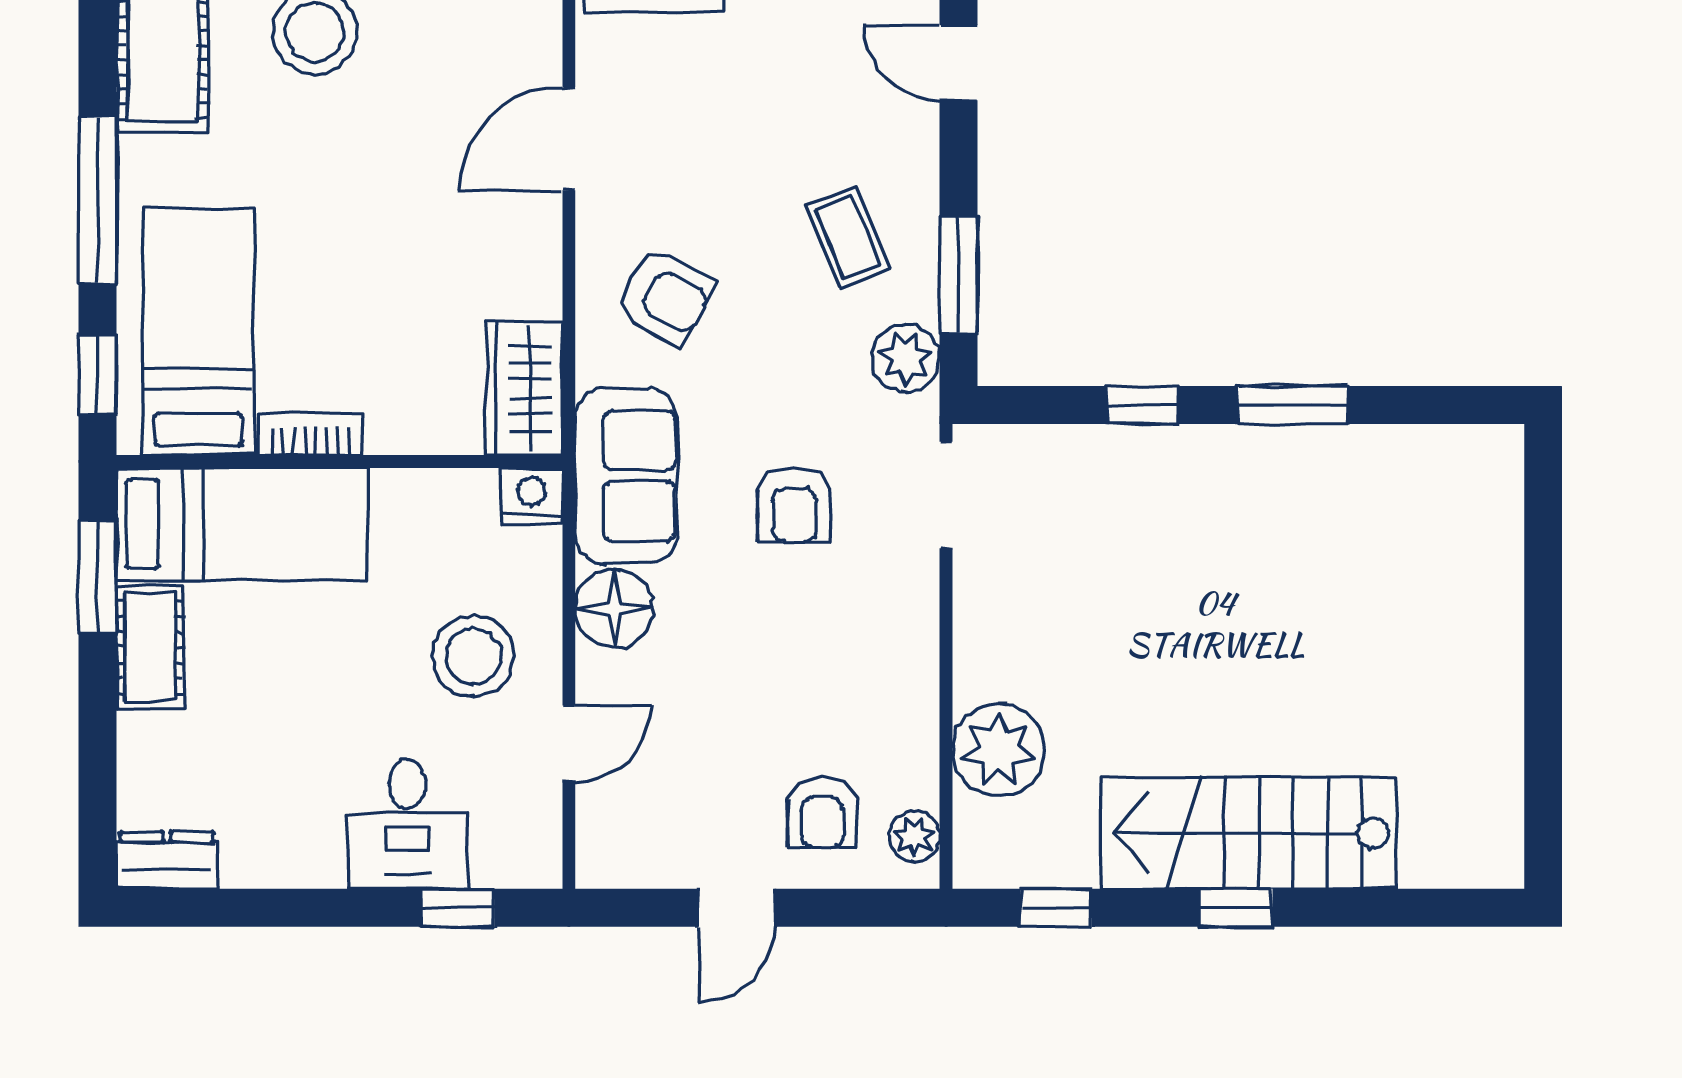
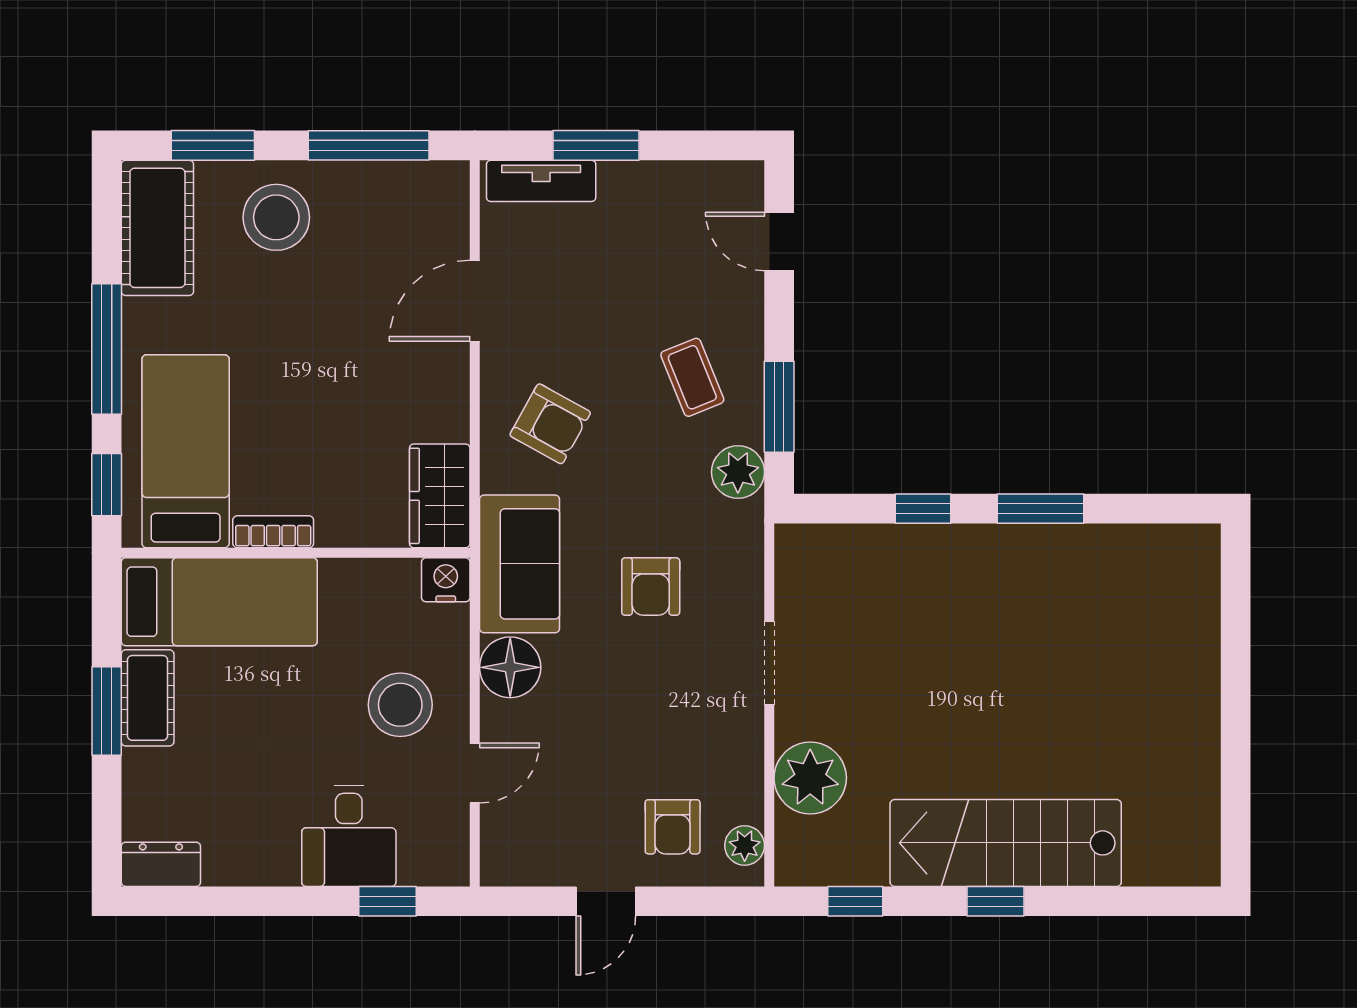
doorway: (946, 495) -> (769, 663), moved
window: (97, 577) -> (107, 711), moved

